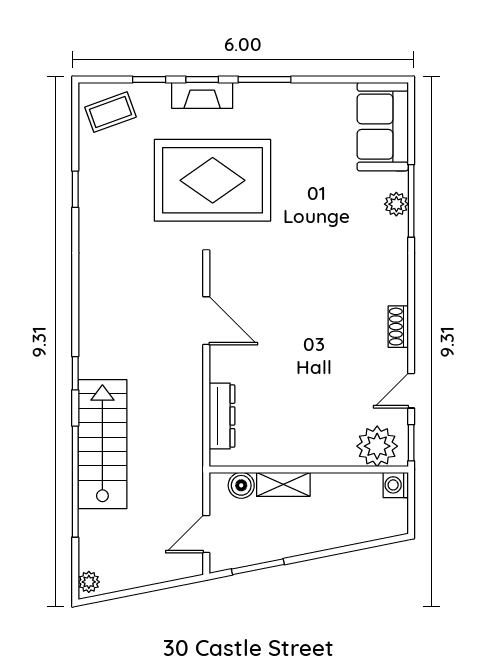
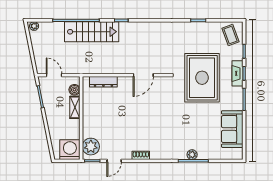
sofa: (383, 127) -> (232, 129), moved, turned -90
door: (411, 391) -> (114, 161), swing flipped
washing machine: (396, 485) -> (70, 150), width x1.89, depth x1.89

